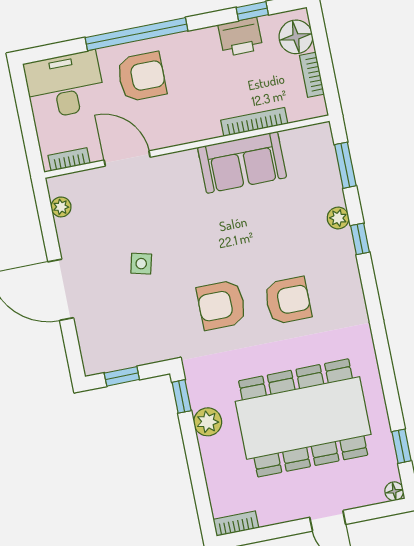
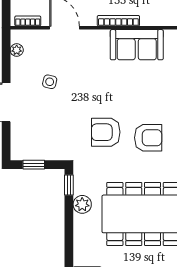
bookcase: (254, 122) -> (118, 21), moved
side table: (141, 264) -> (50, 82), moved

